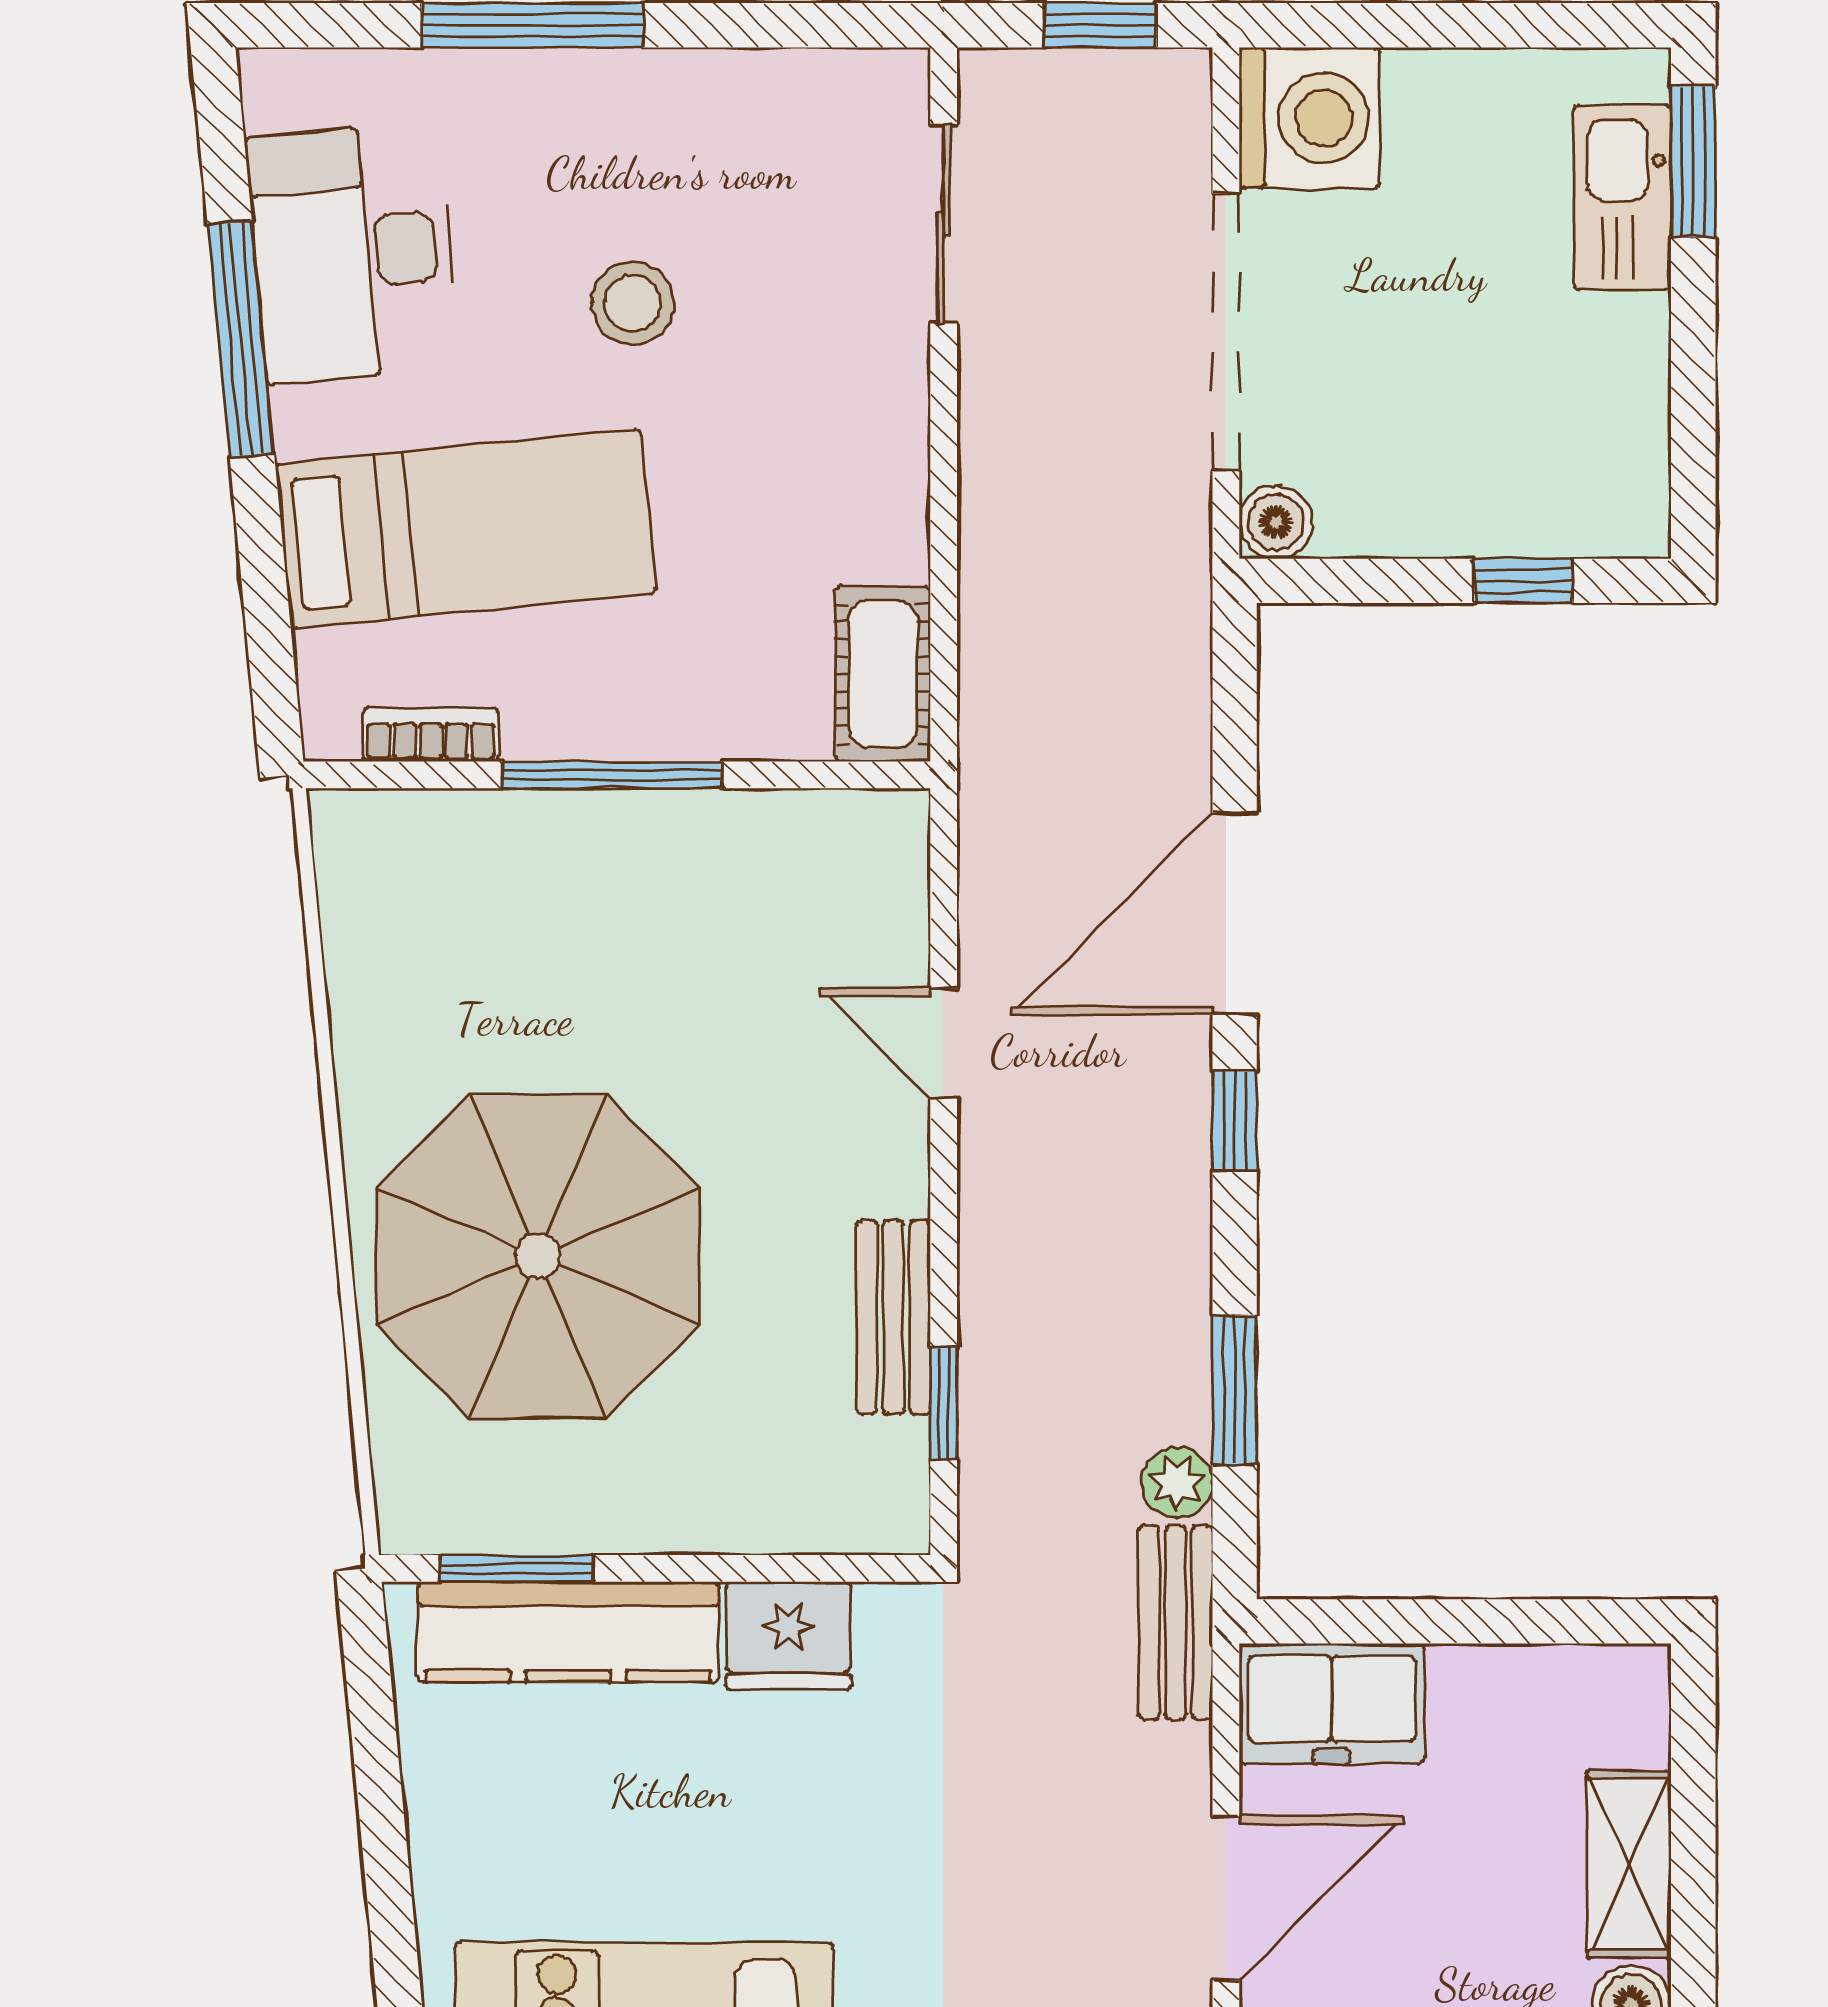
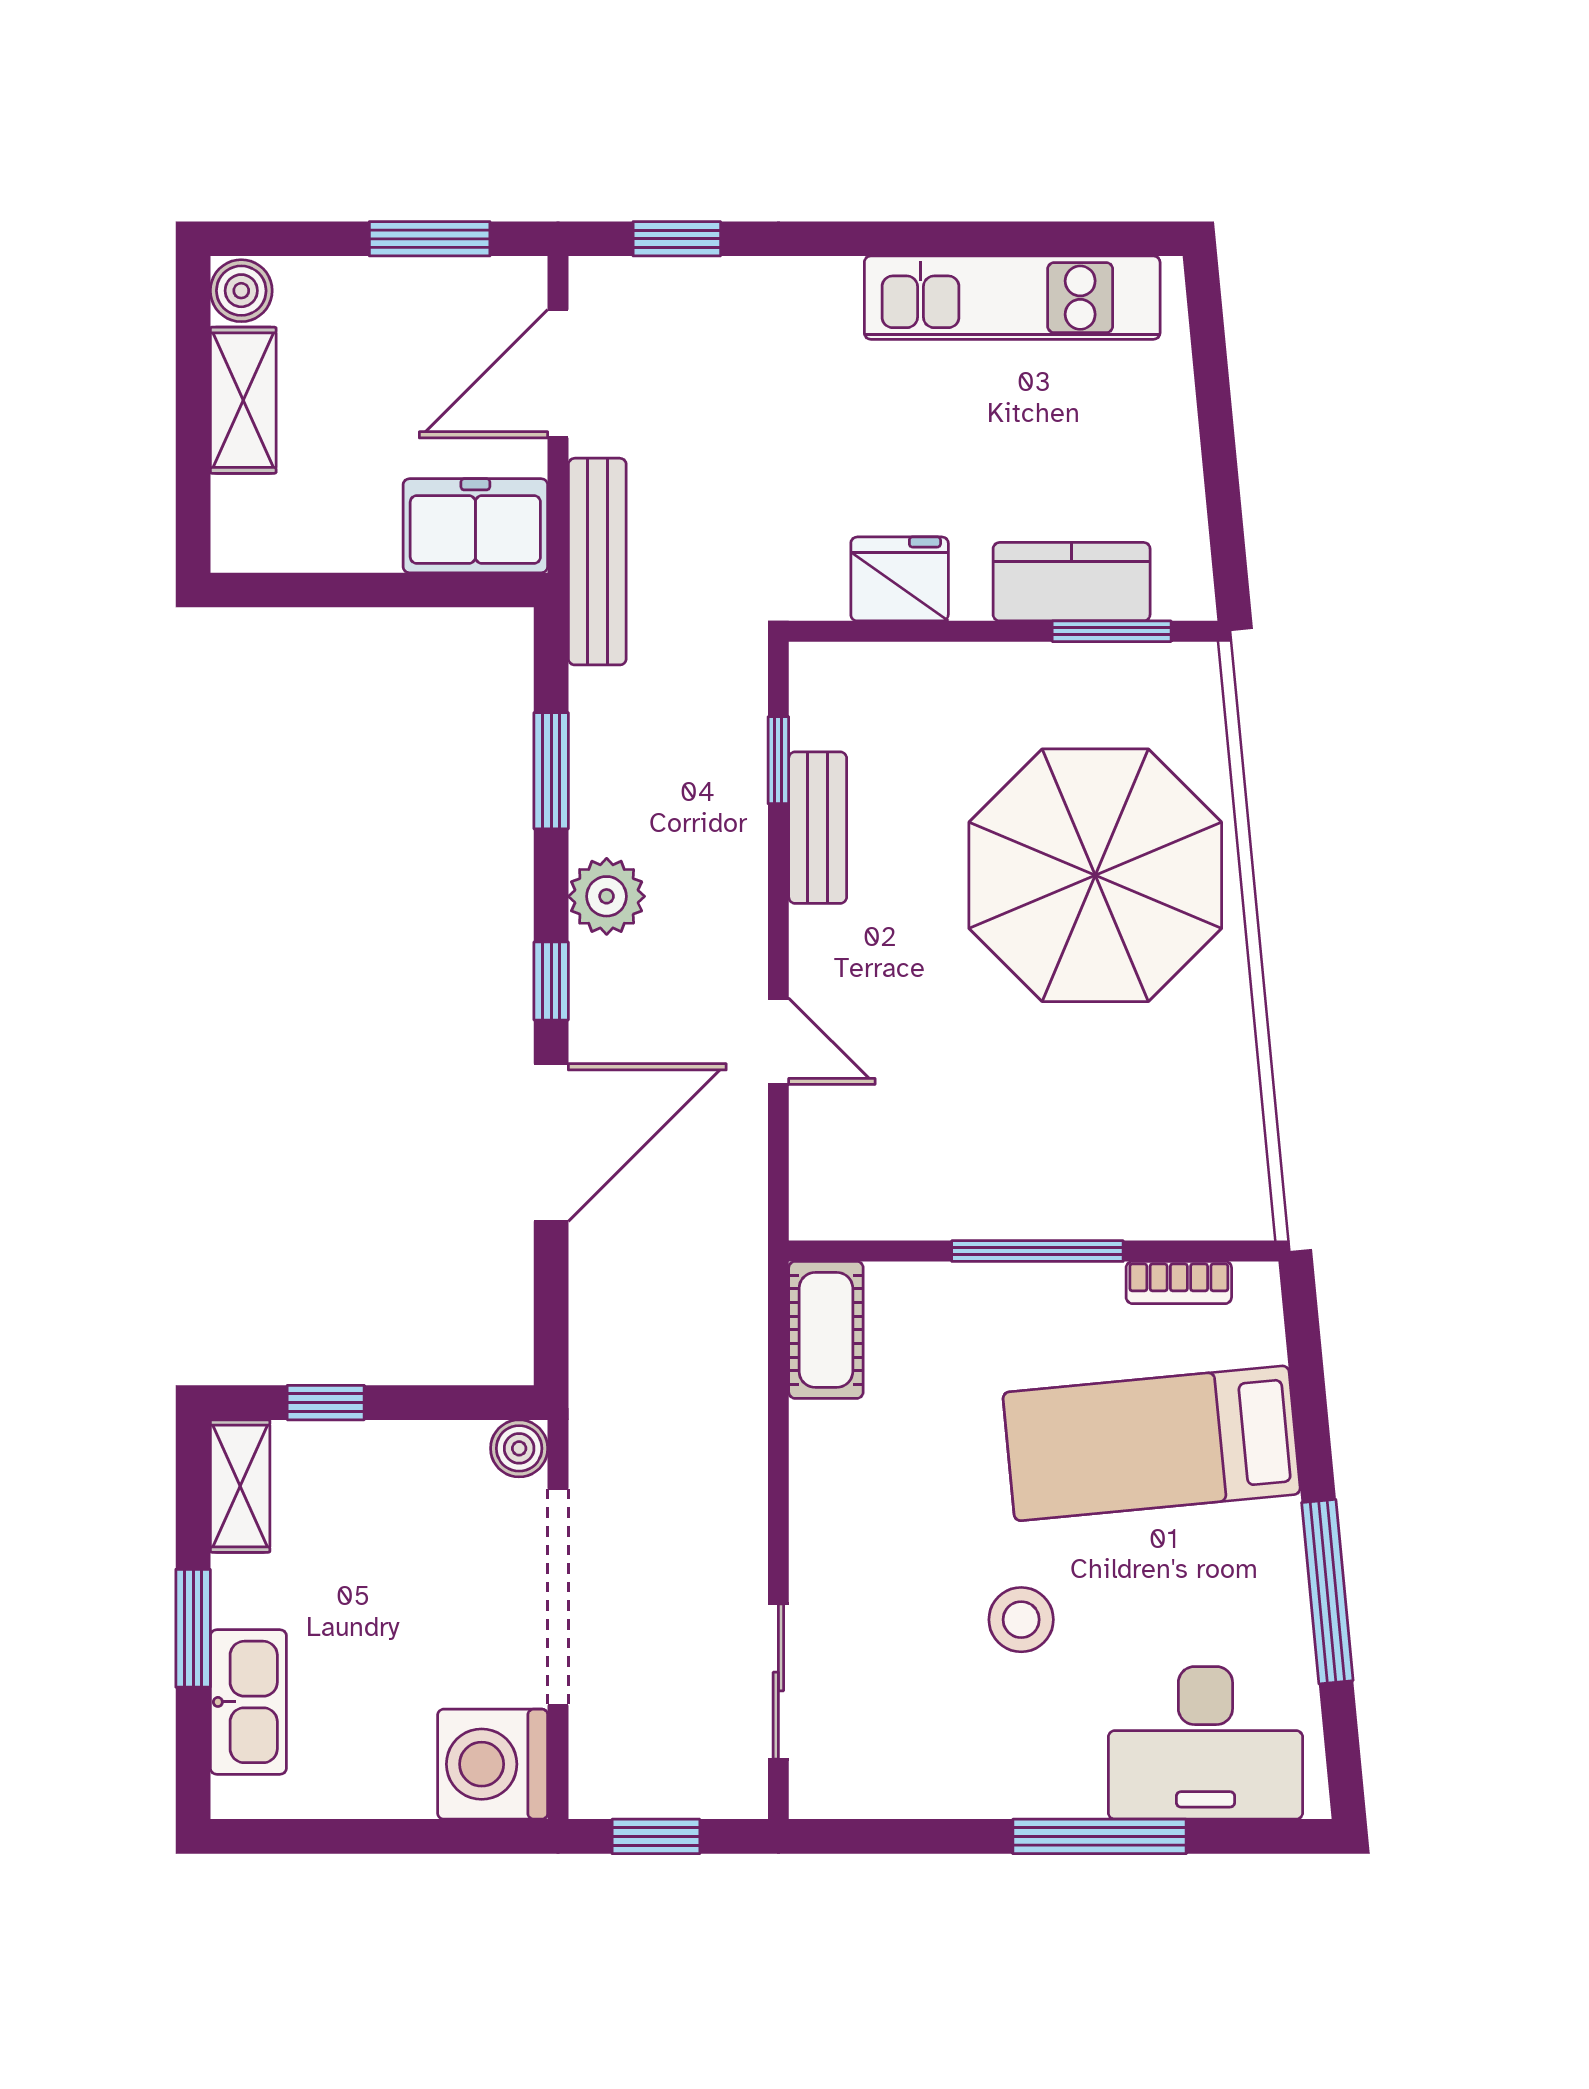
window: (1693, 162) -> (193, 1628), moved
desk: (353, 253) -> (1205, 1743), moved, turned 95
shelving: (1633, 474) -> (240, 1486), added
plant: (1177, 1483) -> (607, 896), moved, width x1.38, depth x1.38
bench: (1176, 1622) -> (597, 562), width x1.36
kitchen counter: (568, 1632) -> (1072, 582), width x0.67

